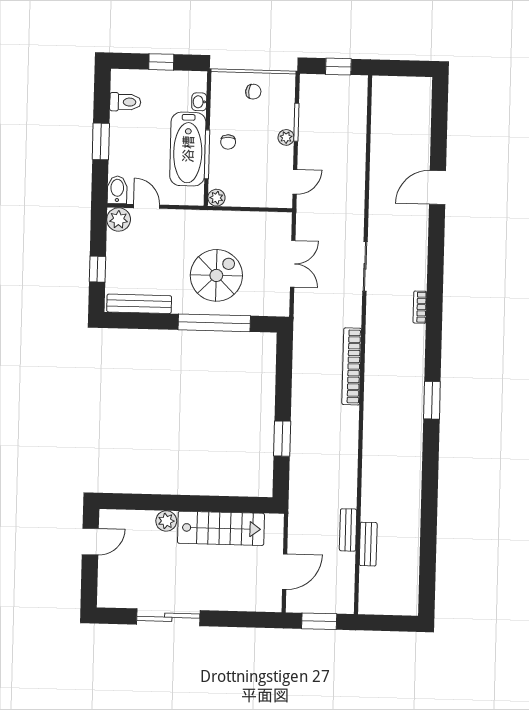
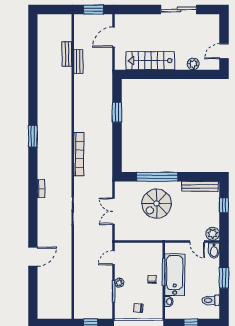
plant: (216, 198) -> (158, 248), removed
plant: (166, 521) -> (193, 64), moved

